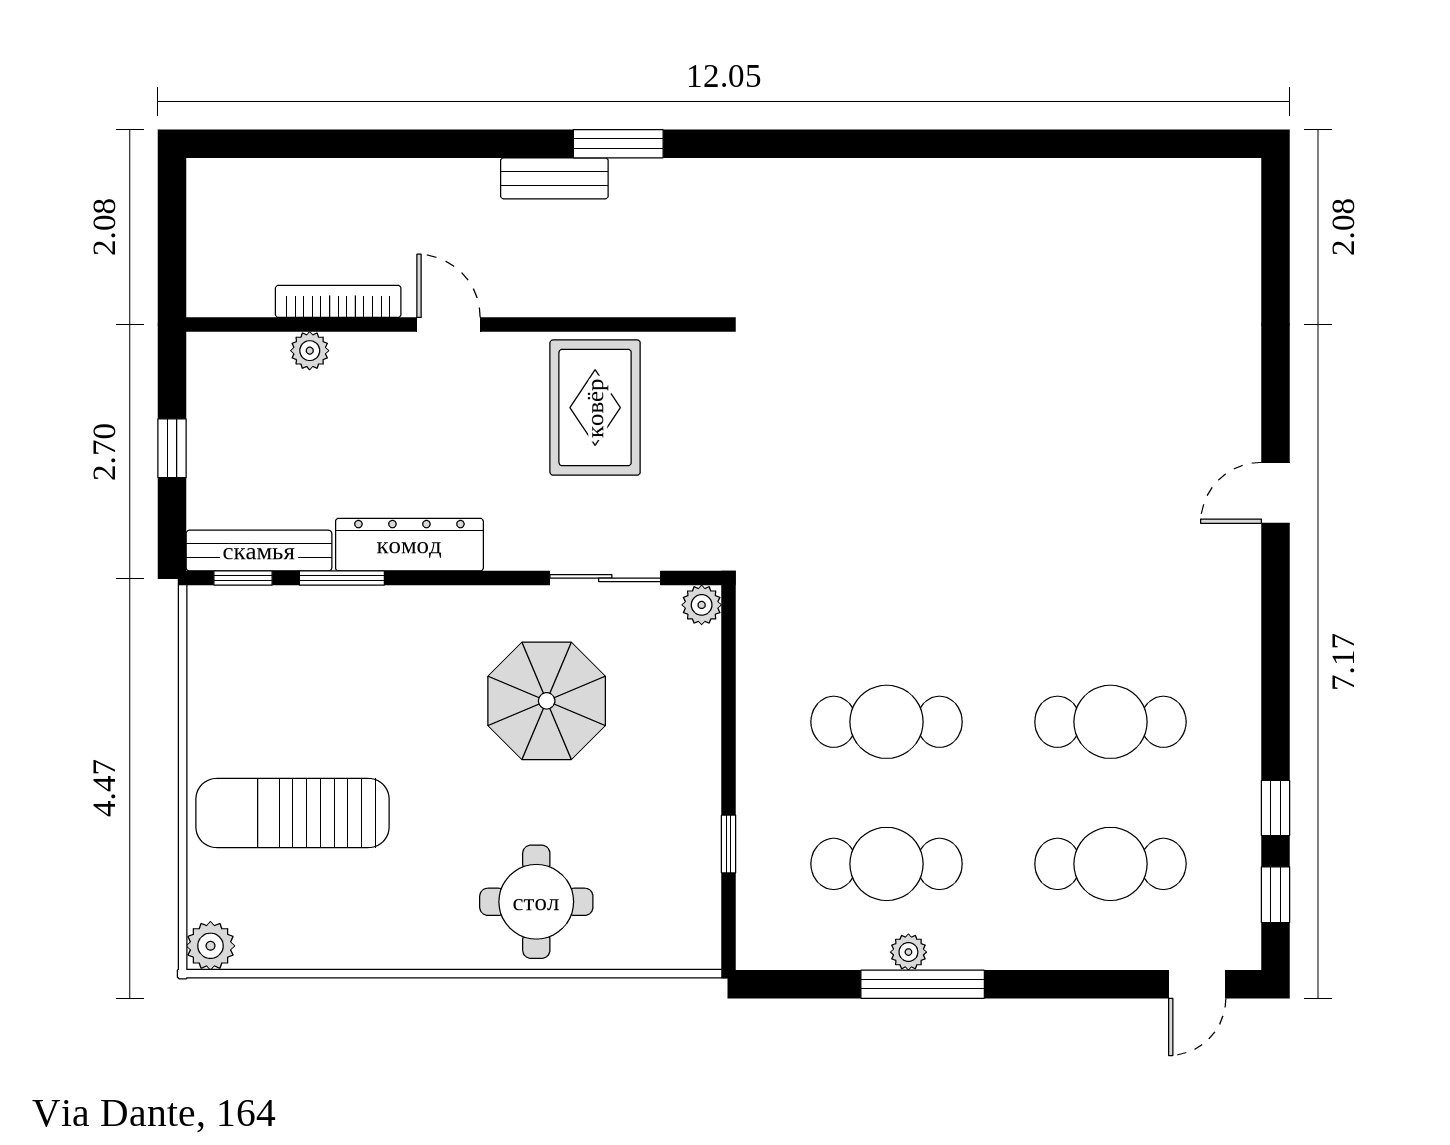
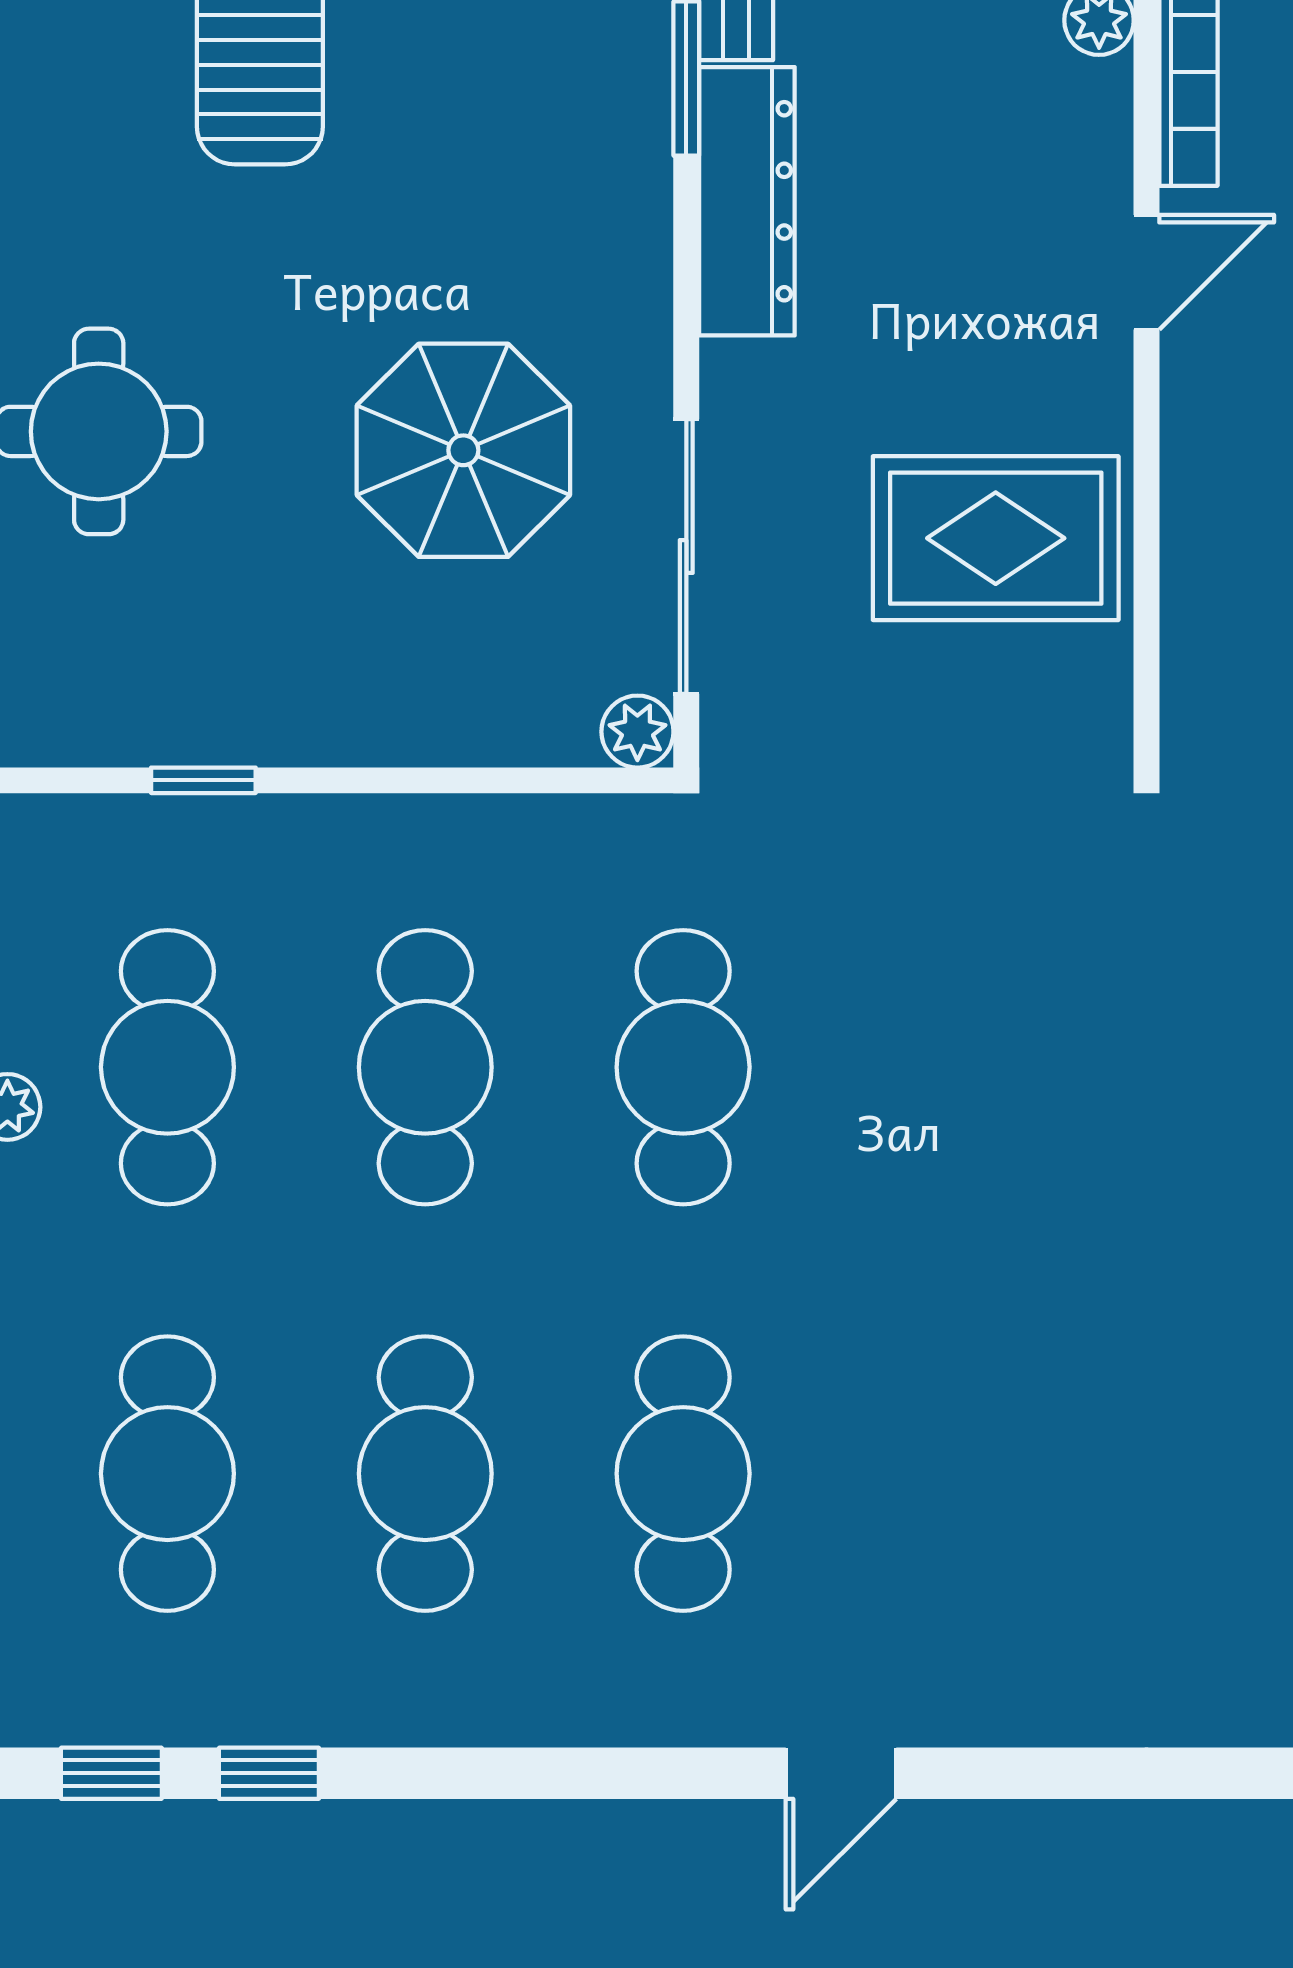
door: (1276, 493) -> (841, 1773), swing flipped
sliding door: (605, 578) -> (686, 557), width x1.37
cafe table: (887, 580) -> (683, 1067), added
cafe table: (1110, 580) -> (683, 1474), added

